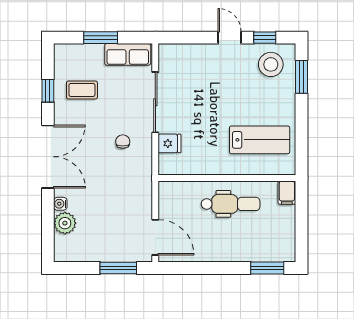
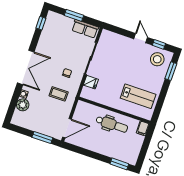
coffee table: (82, 90) -> (59, 94), moved
window: (48, 91) -> (41, 23), moved
door: (155, 237) -> (67, 128), hinge flipped

